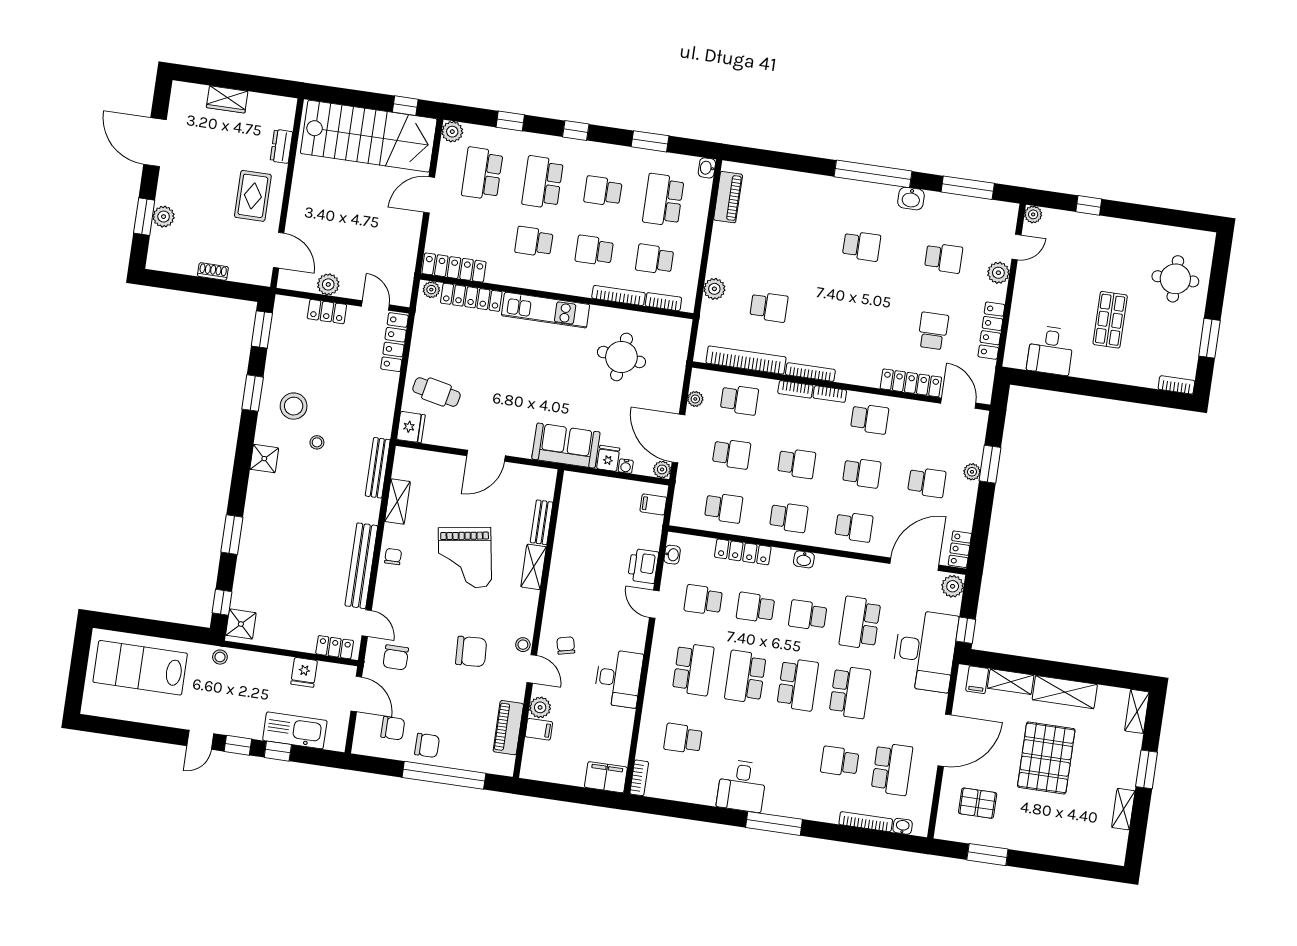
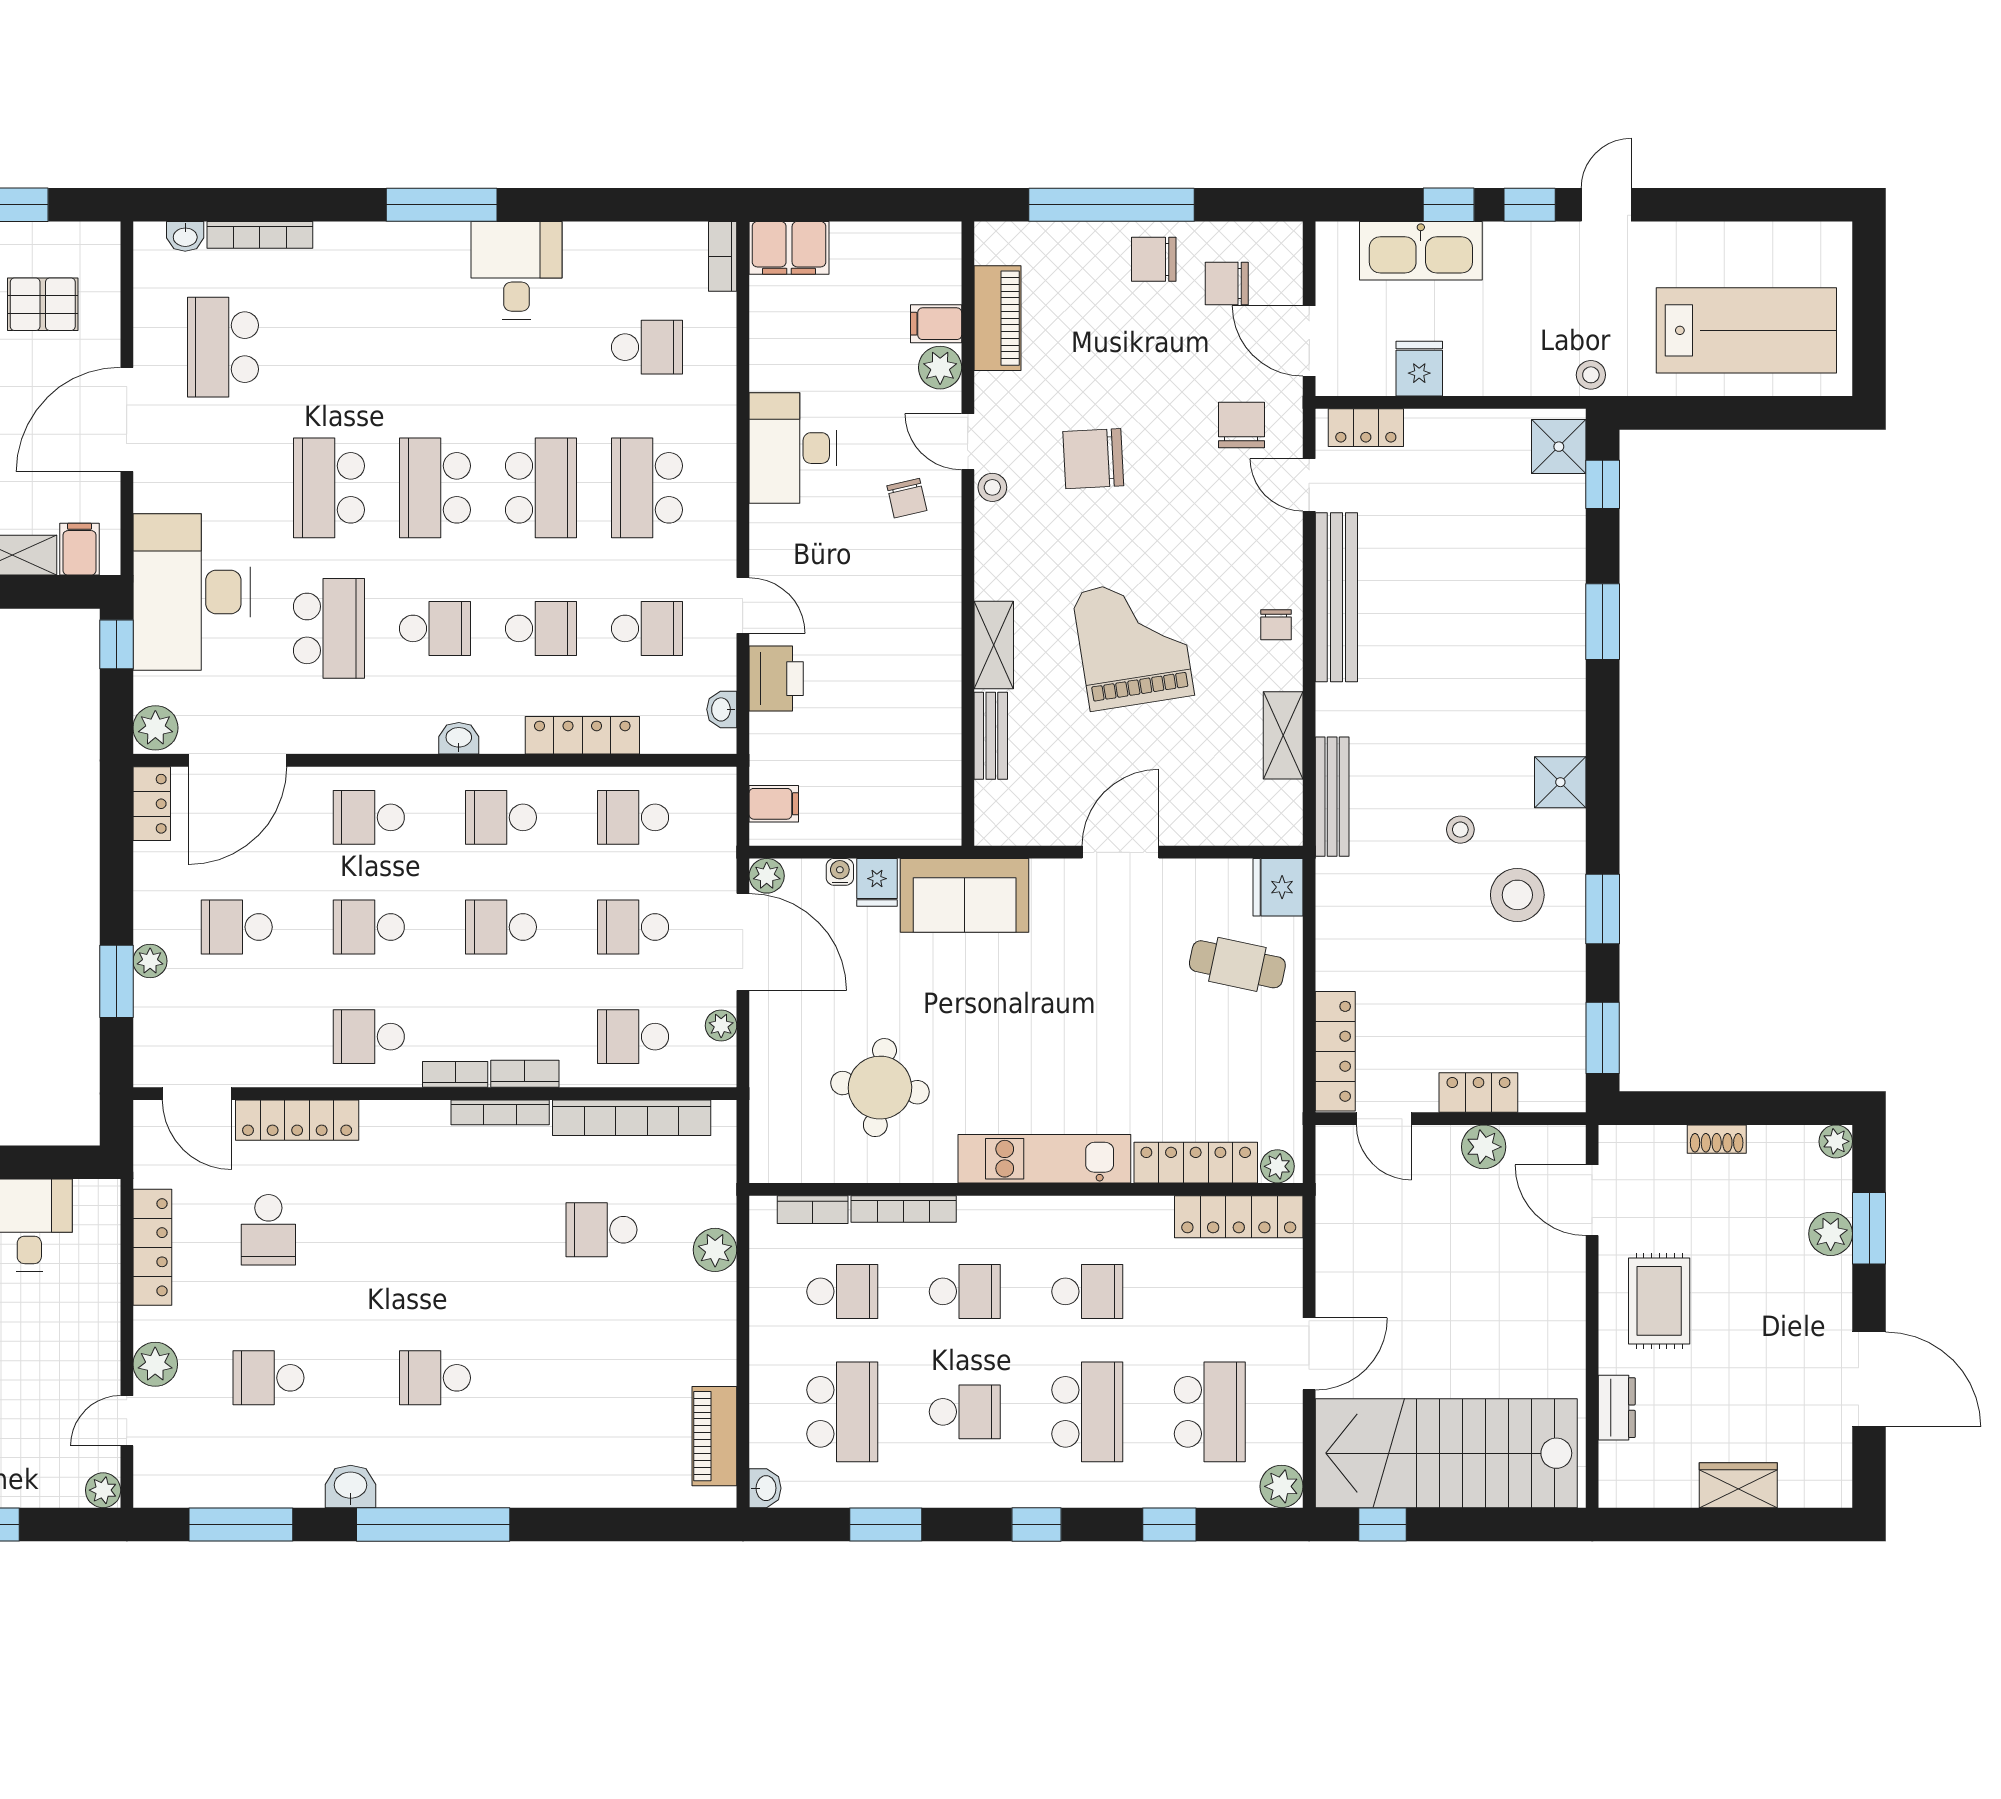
plant: (154, 262) -> (1836, 1141), added
school desk: (840, 761) -> (329, 347), removed

